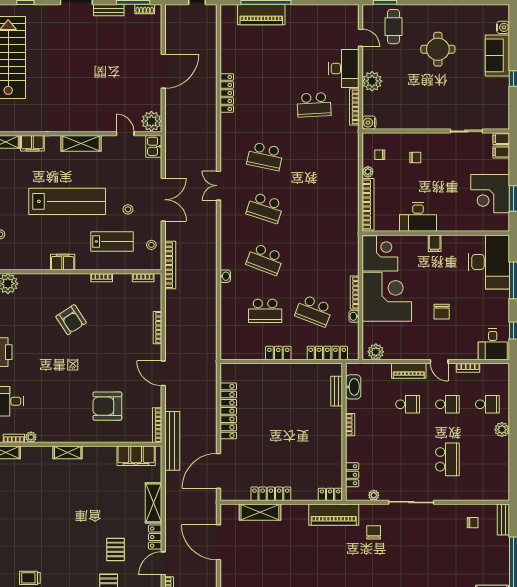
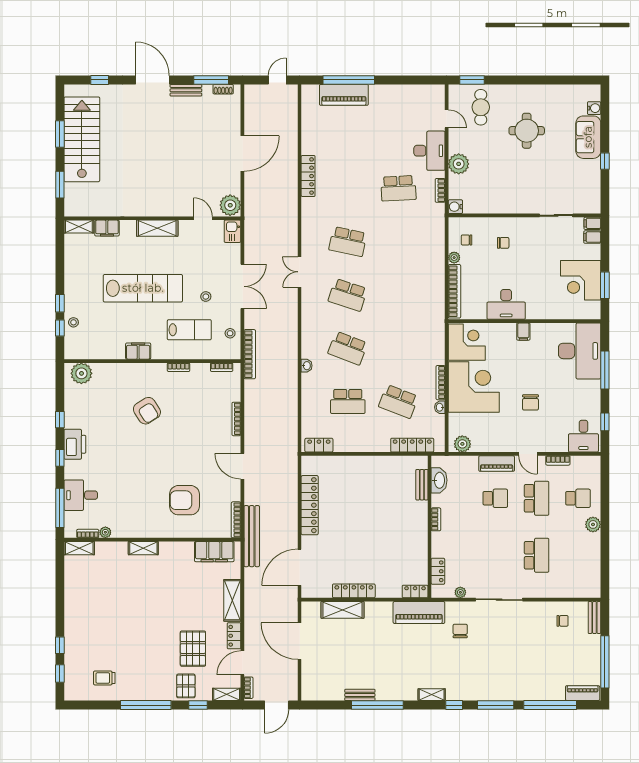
bookcase: (354, 107) -> (440, 190), width x0.64
locker: (278, 353) -> (319, 445), moved
school desk: (447, 404) -> (537, 498), width x1.85
pallet: (115, 549) -> (193, 649), width x1.50, depth x1.42

